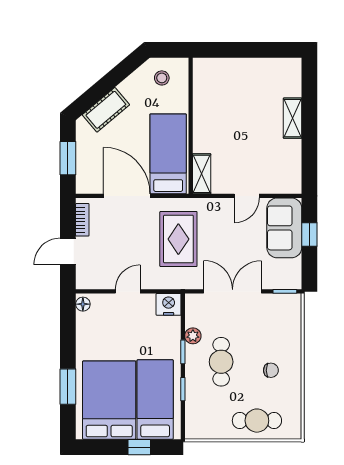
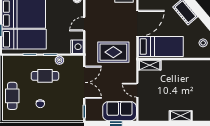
door: (128, 291) -> (84, 24), swing flipped

